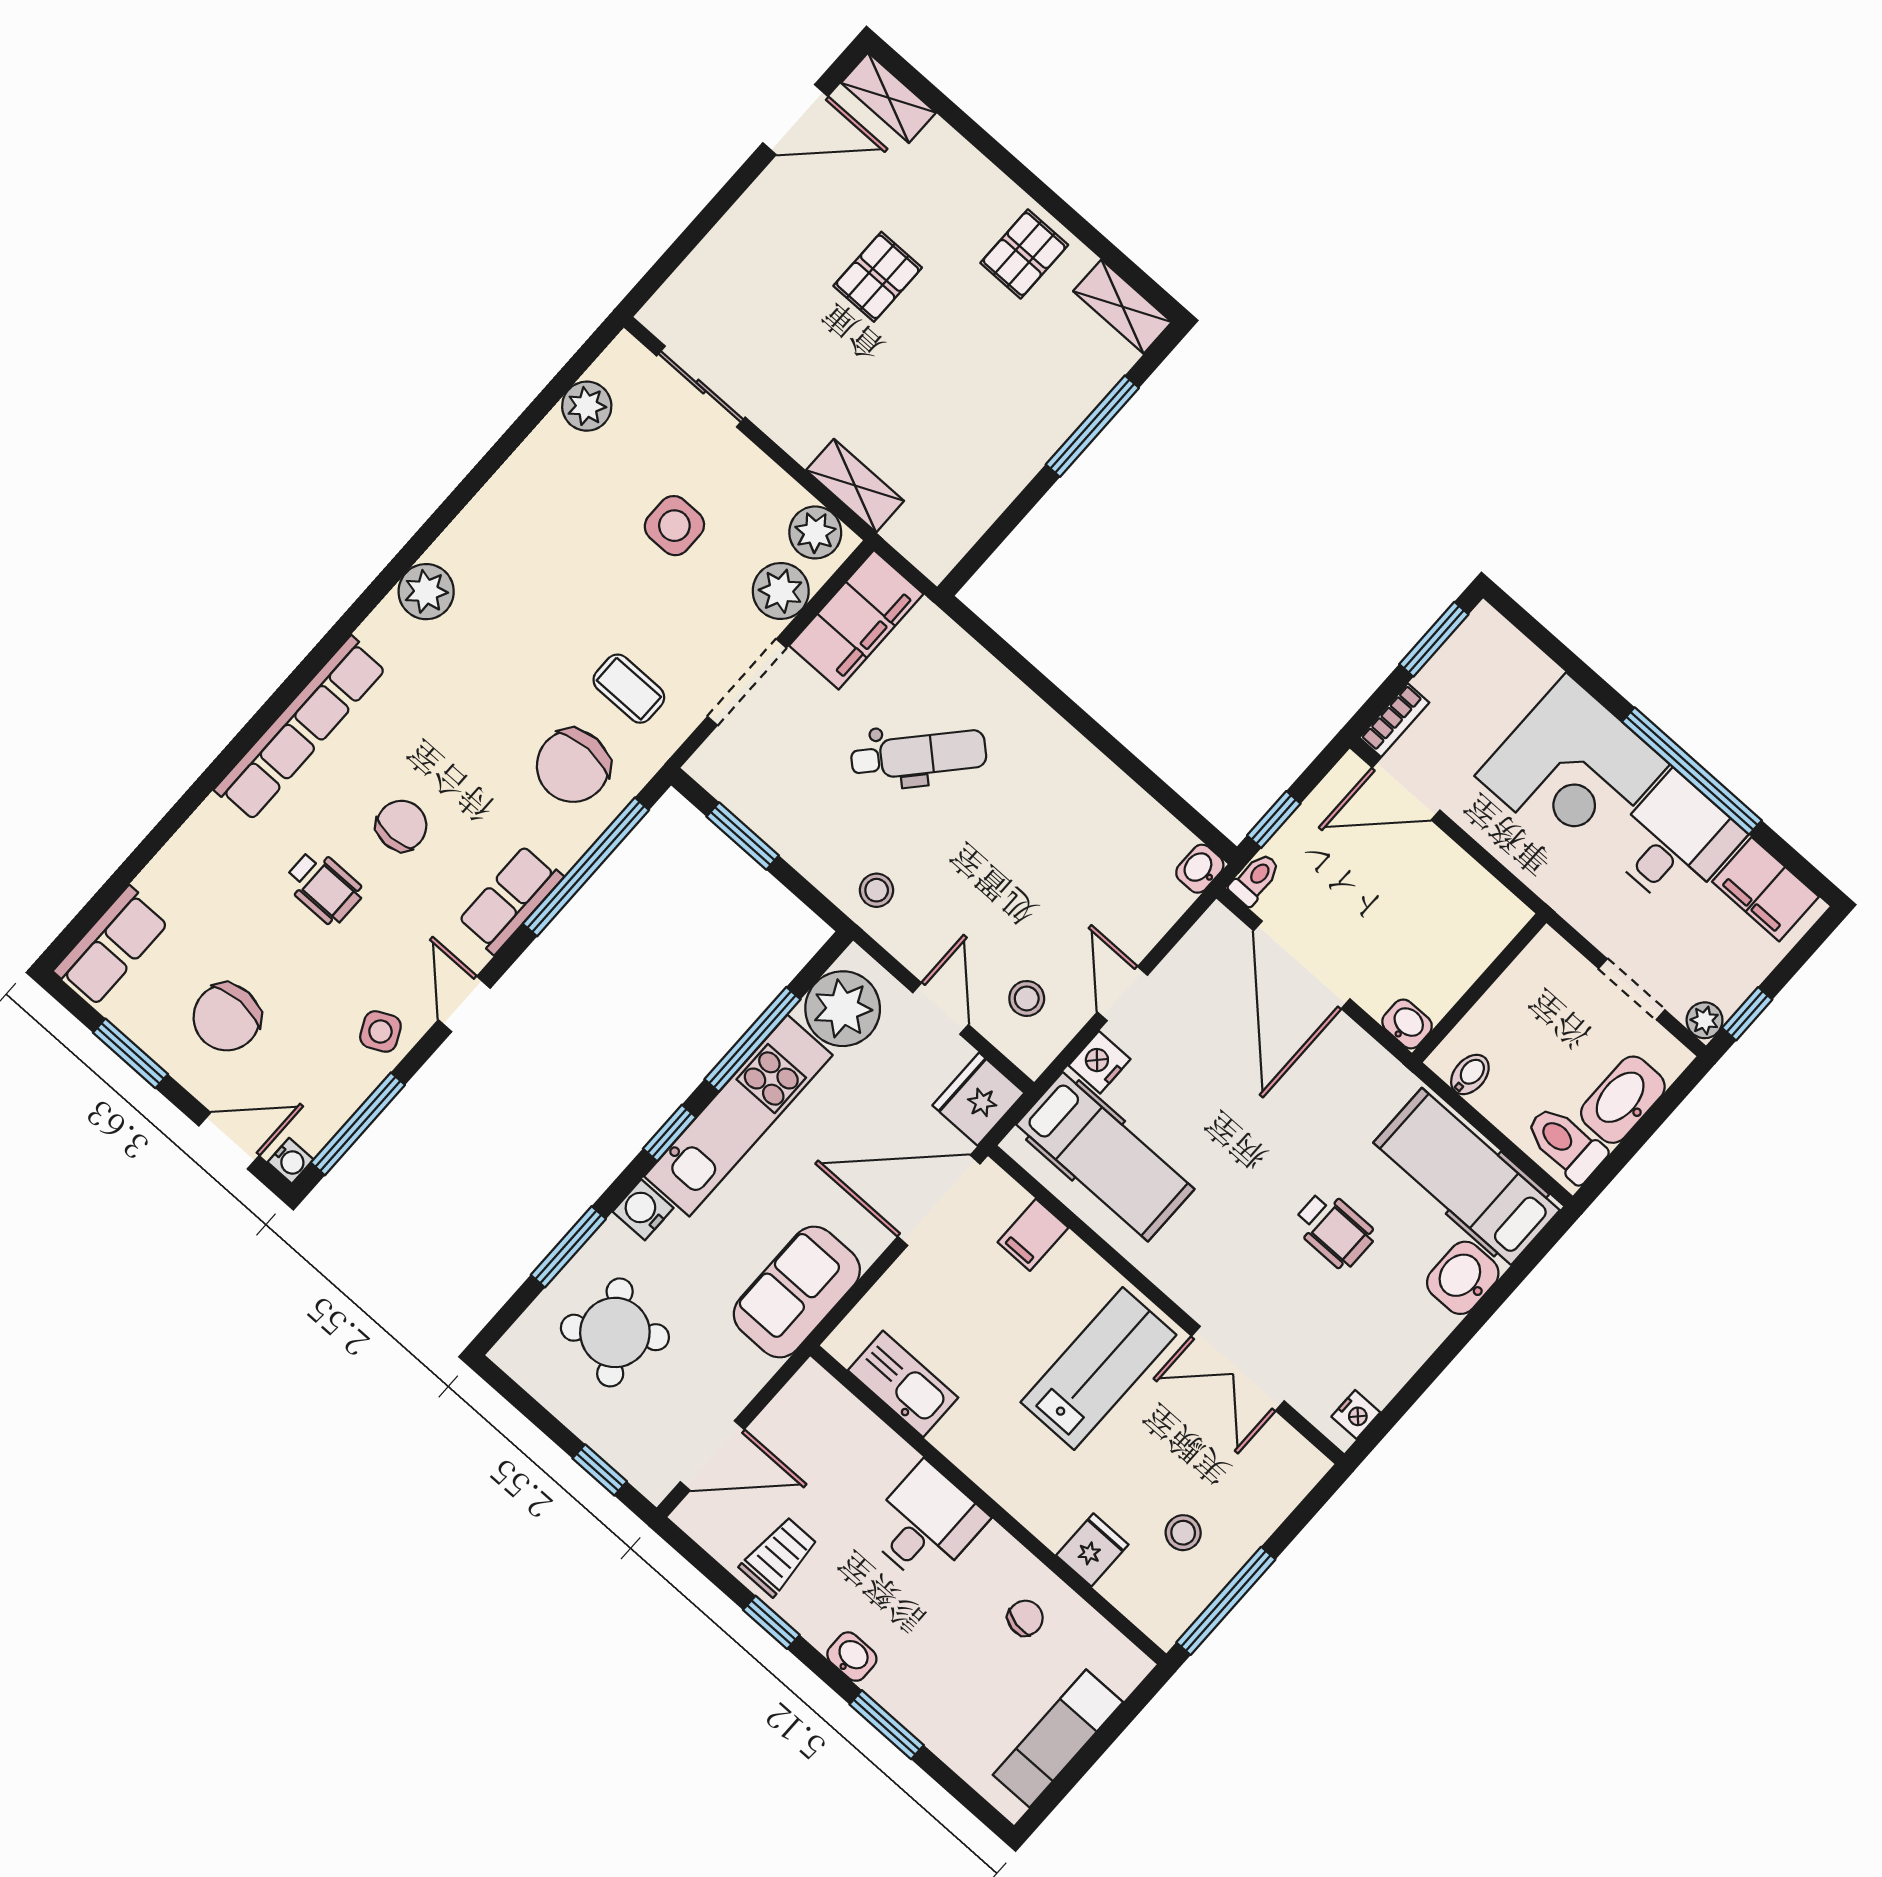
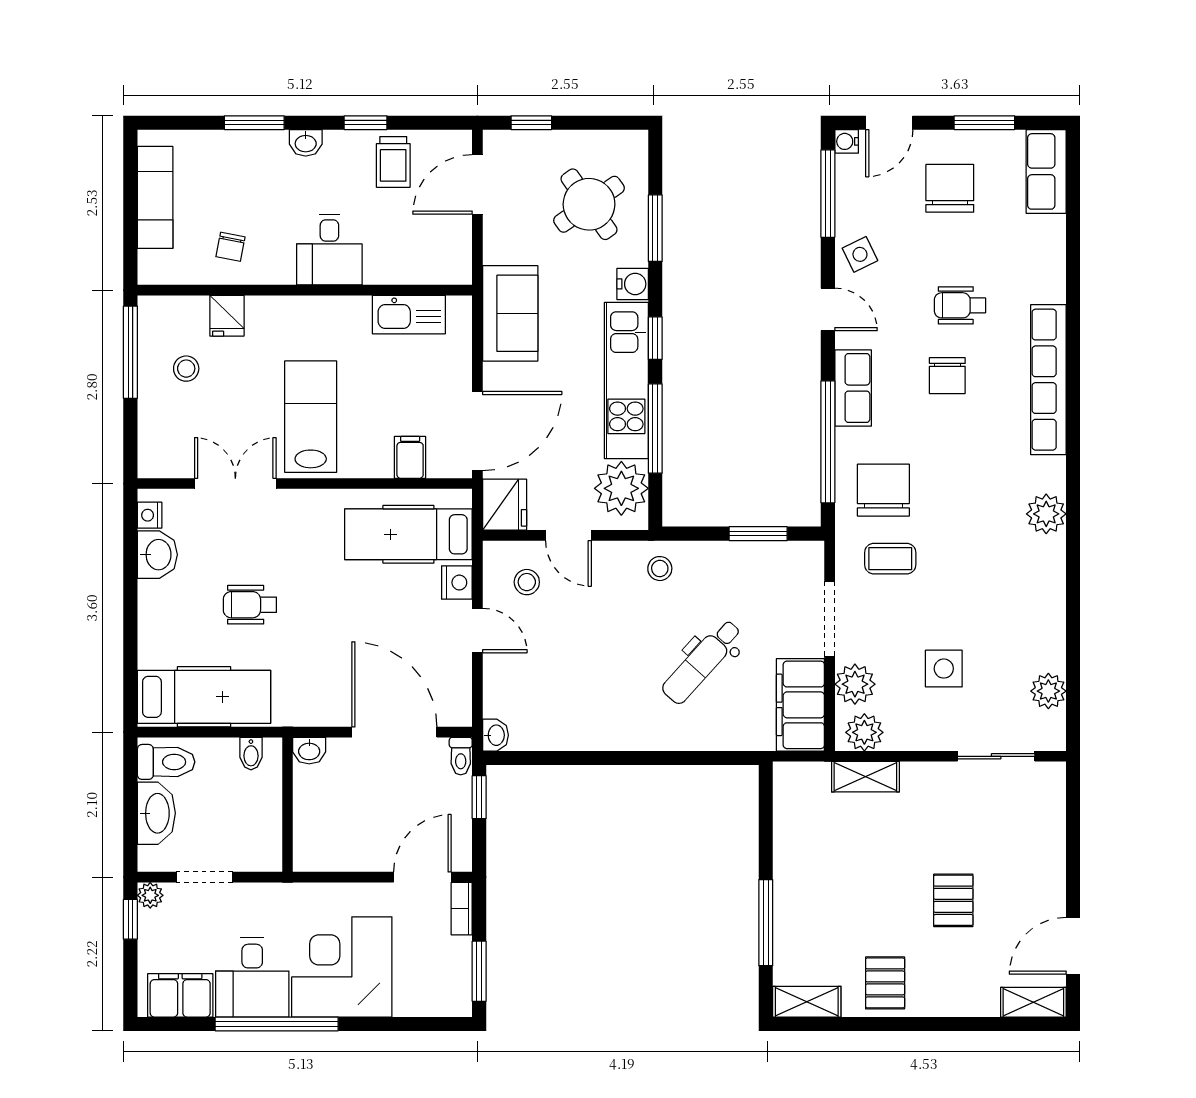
washbasin: (1463, 1278) -> (157, 555), moved
lab bench: (1098, 1368) -> (311, 417), turned 180

